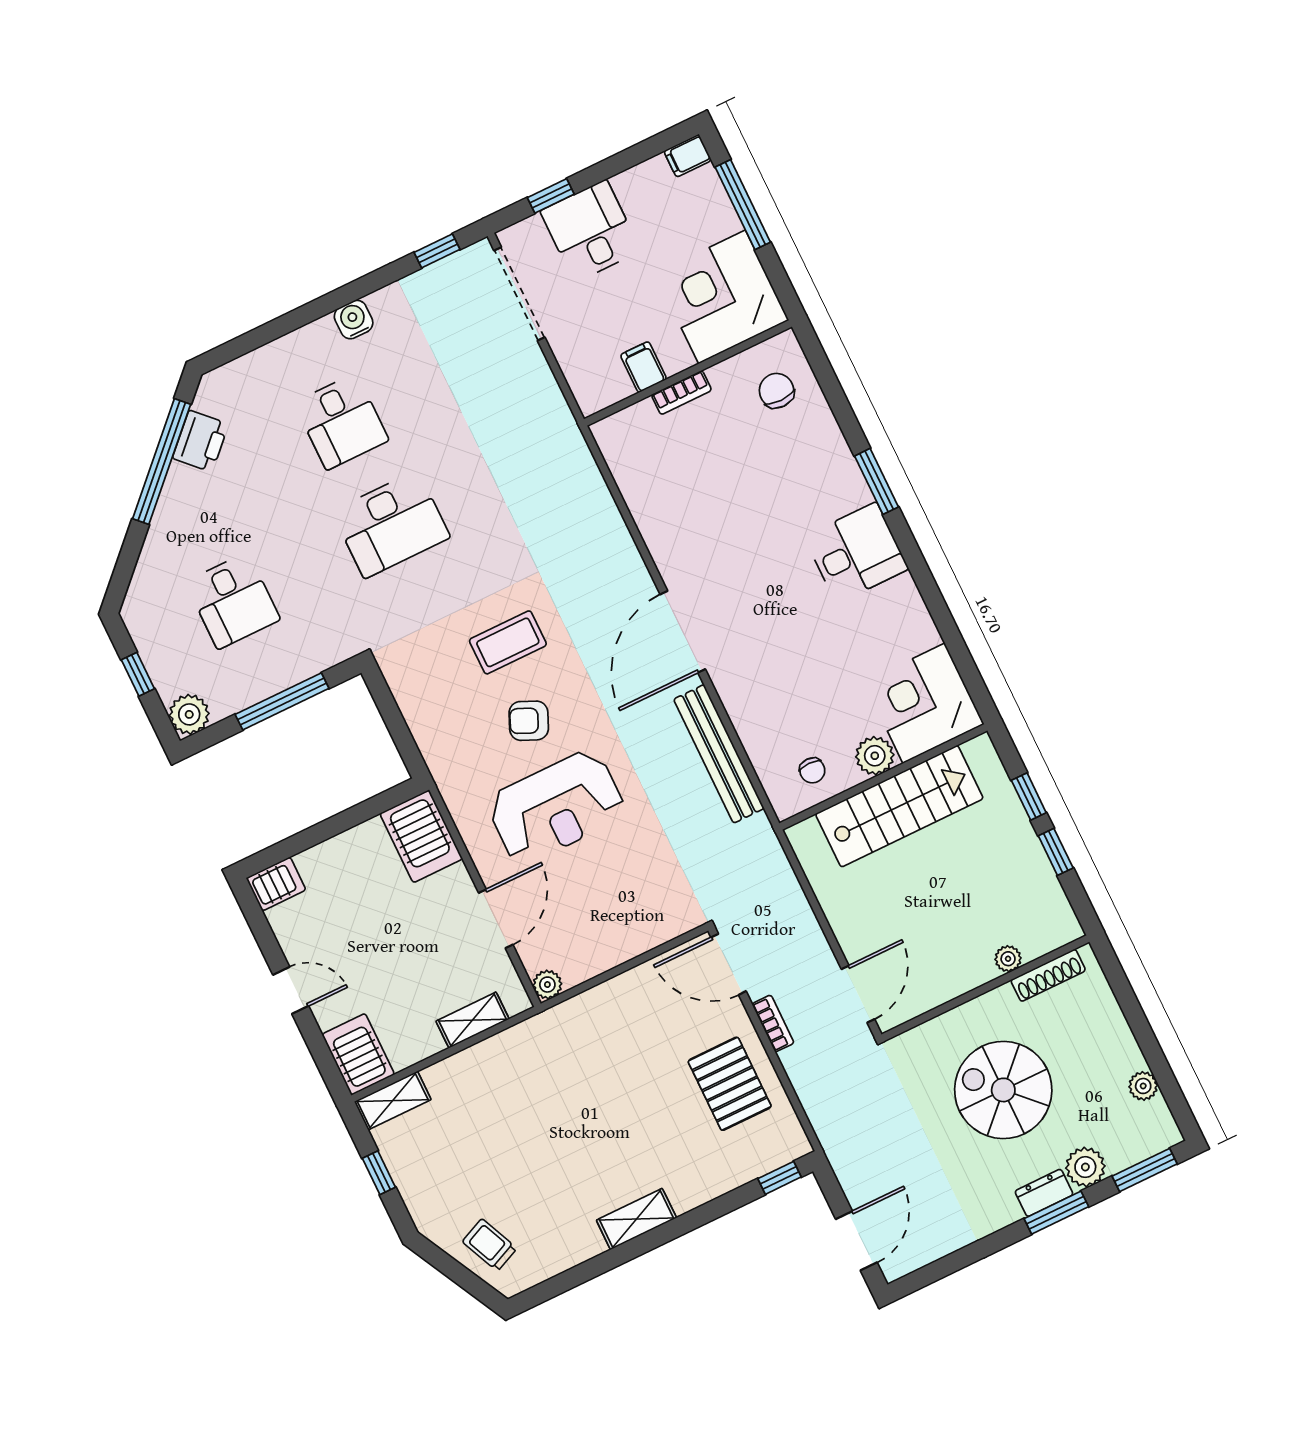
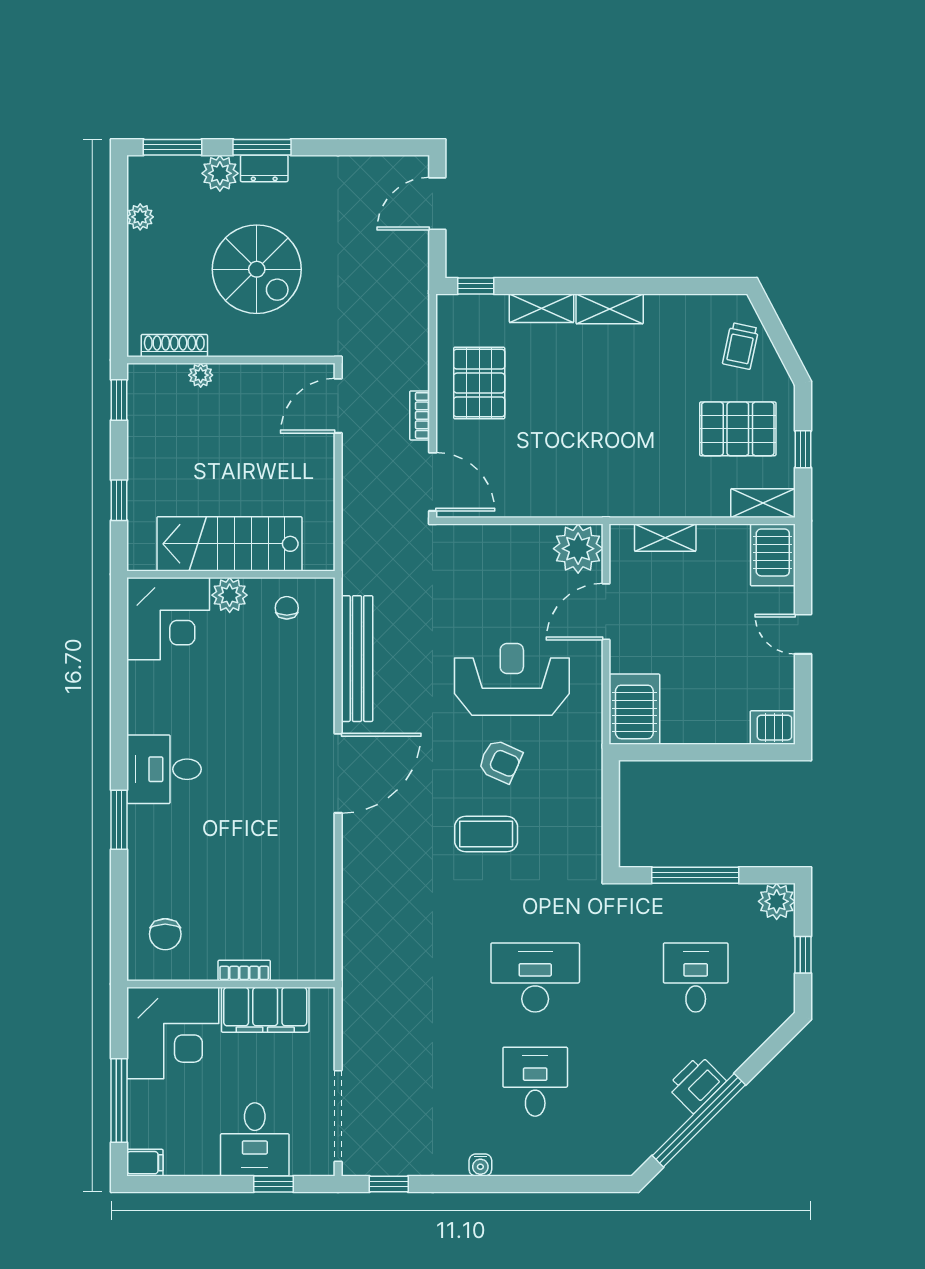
water cooler: (354, 320) -> (480, 1165), width x0.72, depth x0.72
filing cabinet: (643, 367) -> (265, 1010), width x3.00, depth x1.17
printer: (201, 441) -> (697, 1084), moved
window: (1056, 852) -> (119, 400), moved
plant: (547, 985) -> (578, 549), width x1.88, depth x1.88
pallet: (453, 1162) -> (738, 429), added
shelving: (704, 1187) -> (542, 308), added
trolley: (490, 1245) -> (741, 346), turned 36

